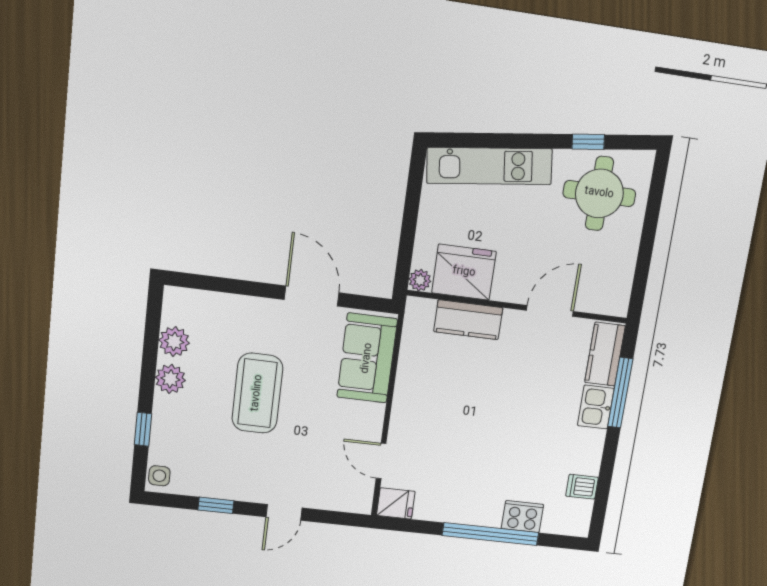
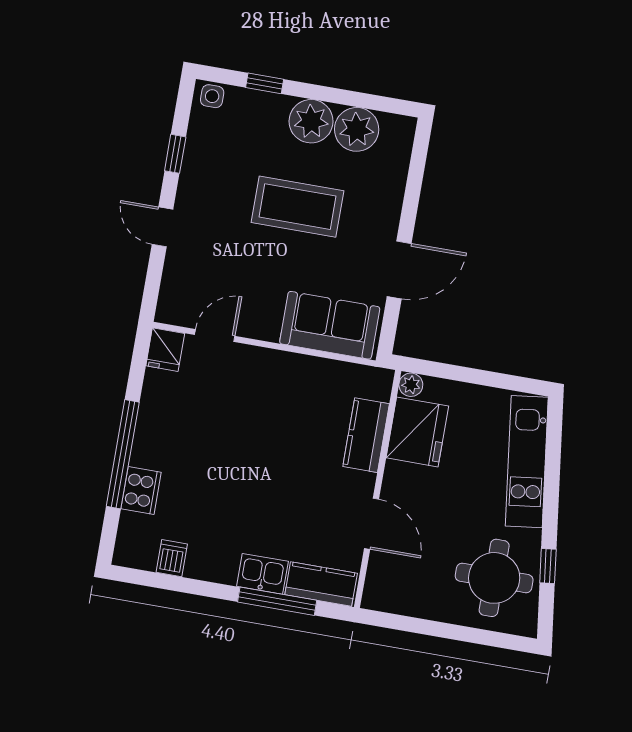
plant: (174, 342) -> (357, 129), width x1.36, depth x1.36
plant: (170, 379) -> (311, 121), width x1.36, depth x1.36

